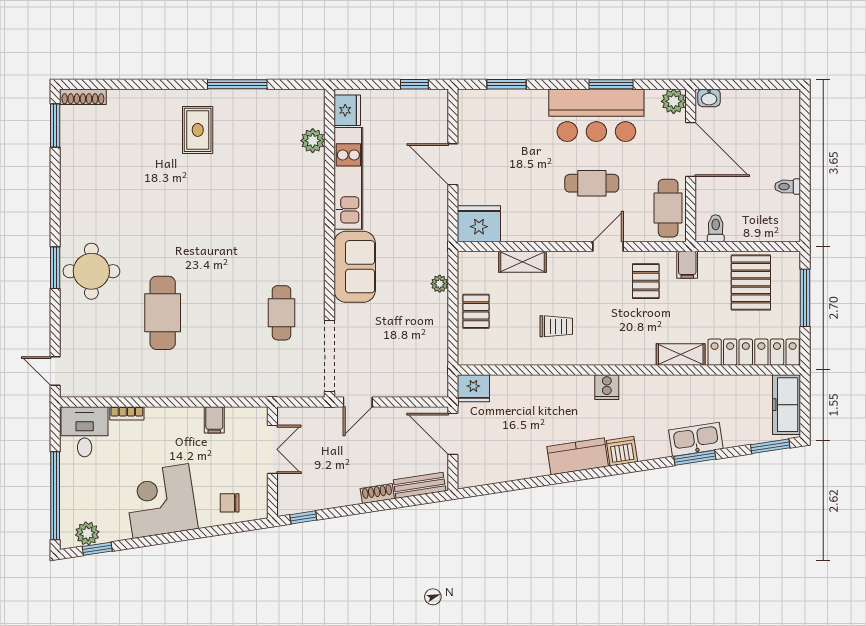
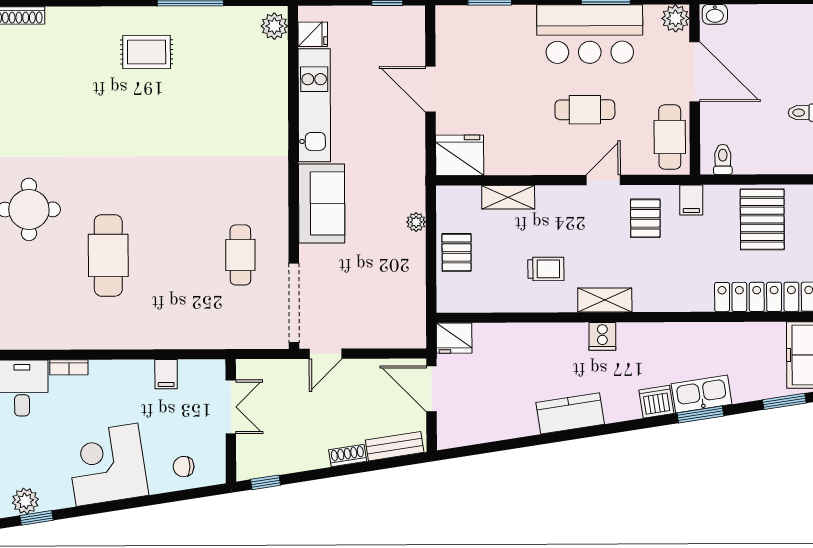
fridge: (347, 110) -> (313, 34), width x0.72
rug: (198, 130) -> (147, 52), turned 90
plant: (313, 141) -> (274, 26), moved
shelving: (681, 354) -> (605, 300), moved
dishwasher: (622, 451) -> (656, 402), moved

